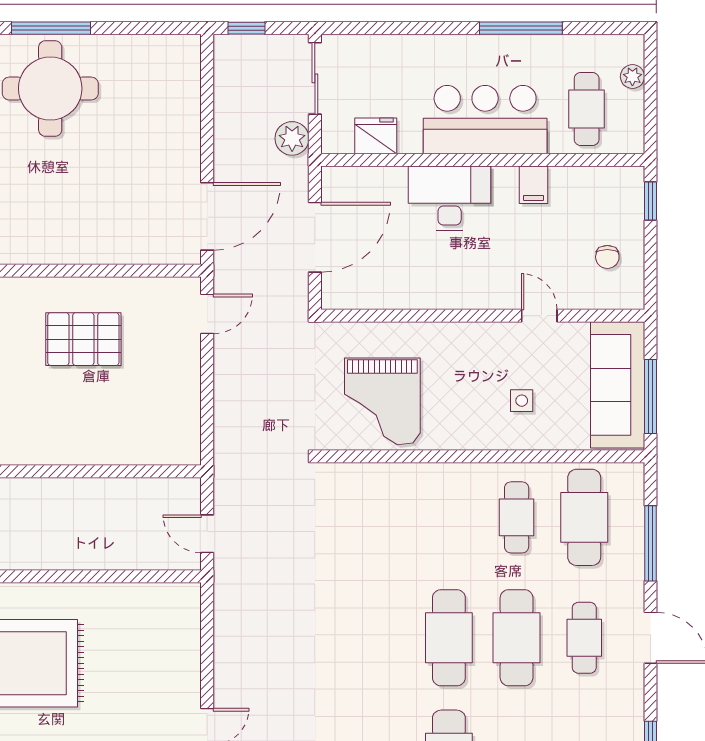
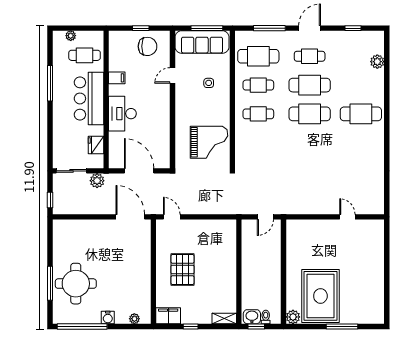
window: (651, 201) -> (141, 28), moved
chair: (607, 257) -> (148, 46), width x1.87, depth x1.87
cafe table: (449, 517) -> (258, 114), added

